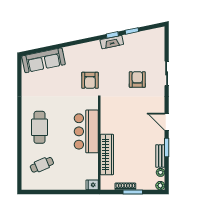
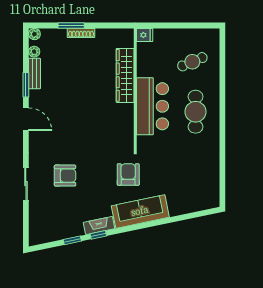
sofa: (43, 60) -> (140, 211), moved
armchair: (137, 79) -> (65, 176), turned -90
bar counter: (86, 131) -> (152, 106), moved
wall: (99, 144) -> (135, 90), moved
wardrobe: (107, 155) -> (125, 75), moved
fridge: (92, 185) -> (145, 35), moved

